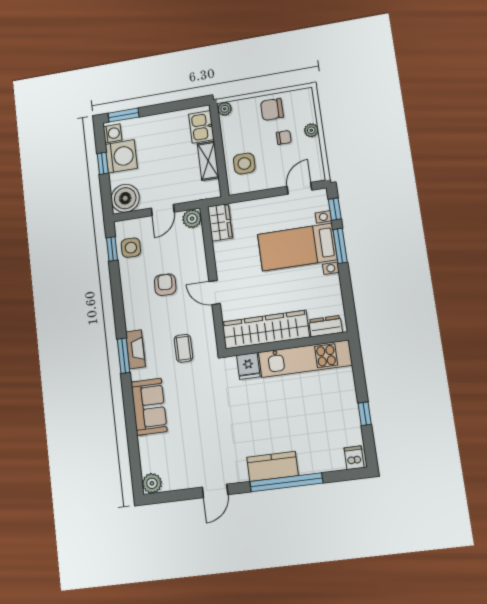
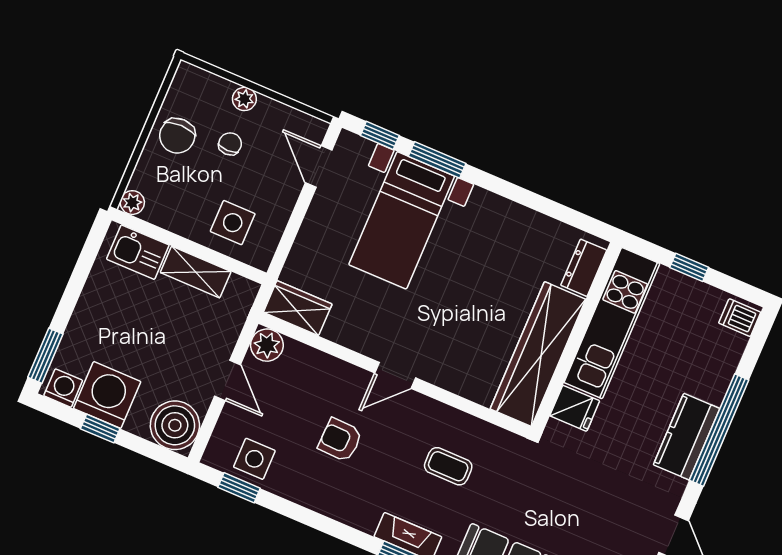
dresser: (326, 326) -> (584, 268), moved
wardrobe: (265, 330) -> (538, 354), moved
wall: (287, 344) -> (577, 337), moved
kitchen unit: (305, 359) -> (612, 323), moved
fridge: (248, 366) -> (575, 408), moved

